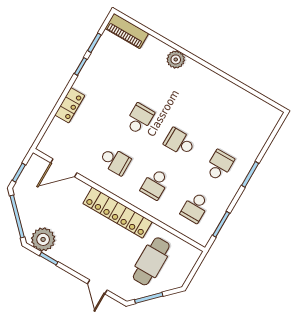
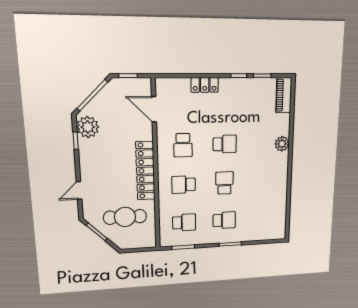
school desk: (195, 207) -> (184, 222), turned 180

